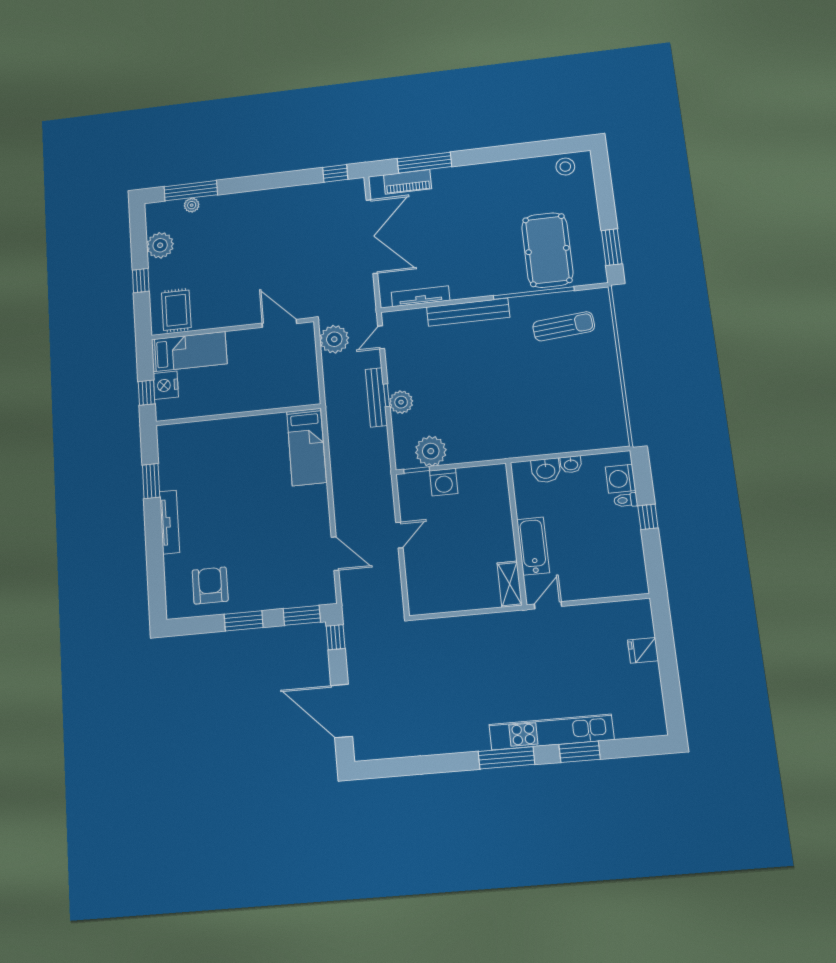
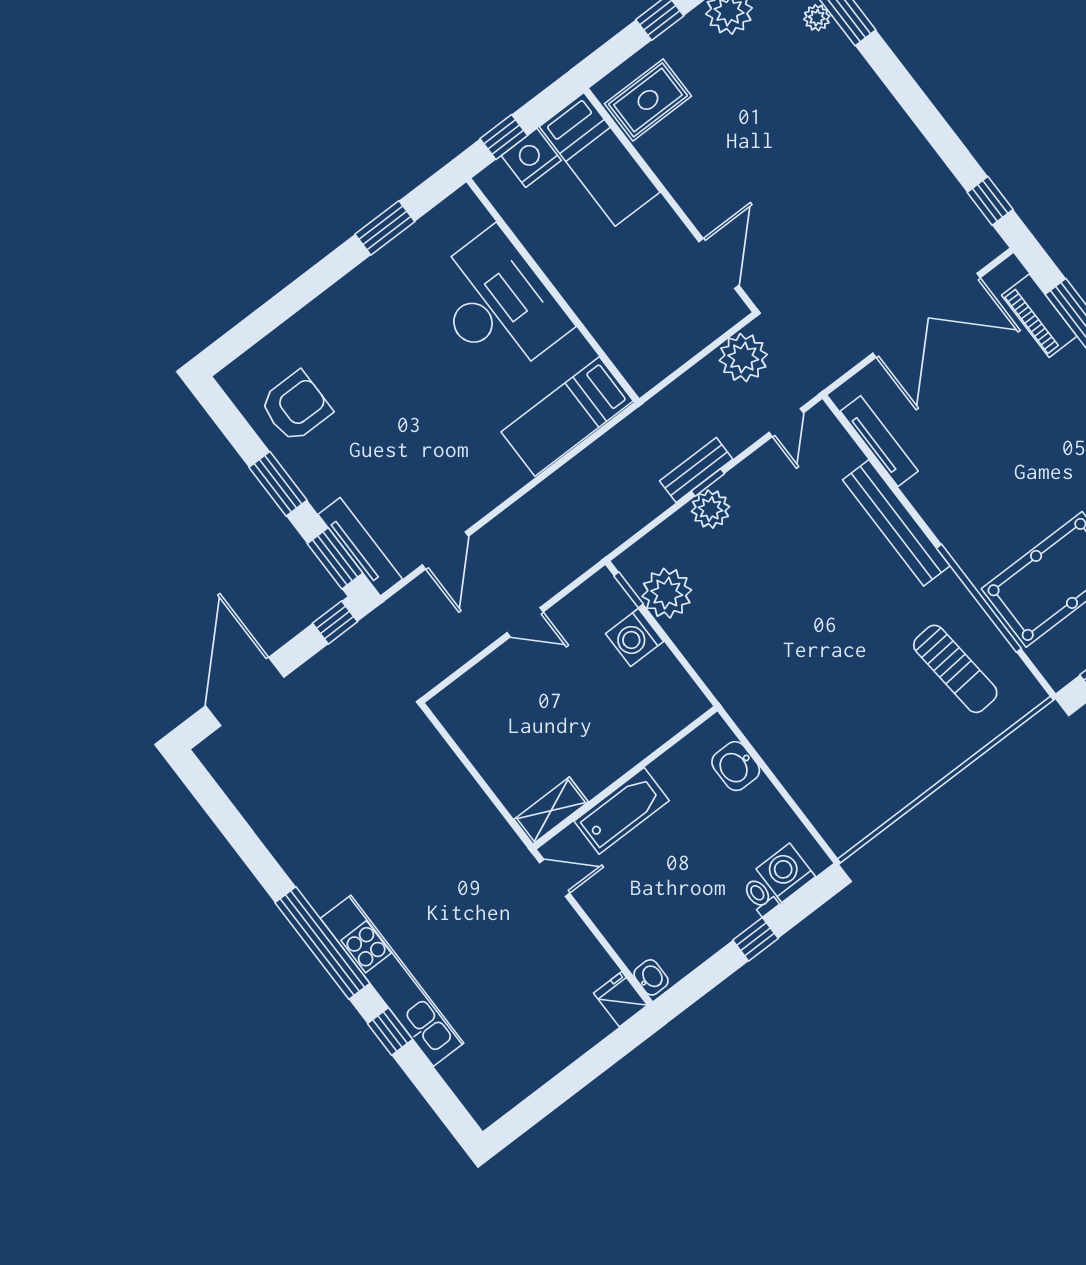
door: (381, 337) -> (786, 423), swing flipped
bench: (376, 397) -> (696, 470), width x0.73
desk: (227, 447) -> (497, 304), added
washbasin: (571, 464) -> (651, 977), moved, turned 180
tv unit: (170, 522) -> (360, 547), moved, turned -90
fridge: (643, 650) -> (621, 999), moved
window: (580, 752) -> (390, 1031), width x0.67
window: (506, 758) -> (322, 943), width x1.46

